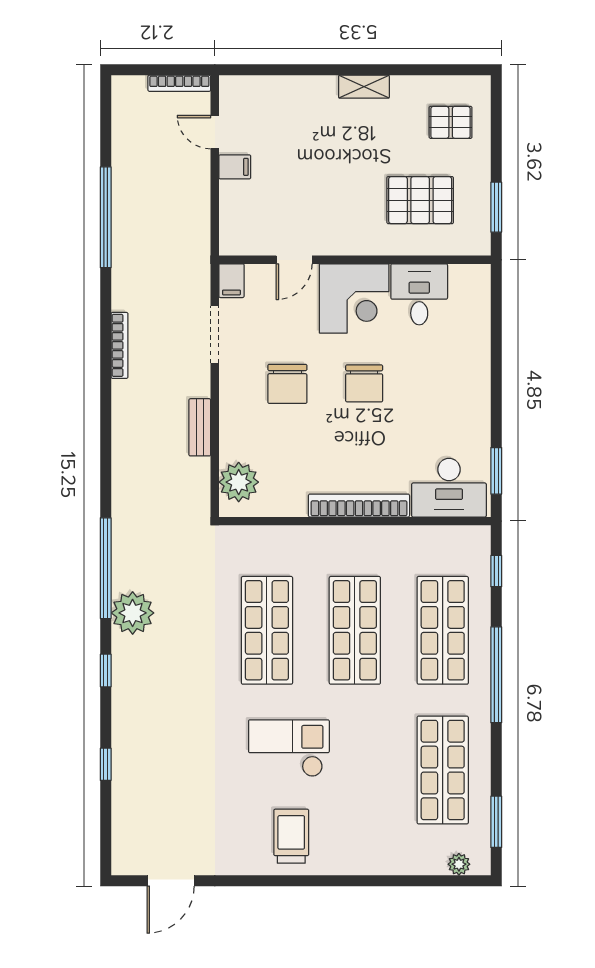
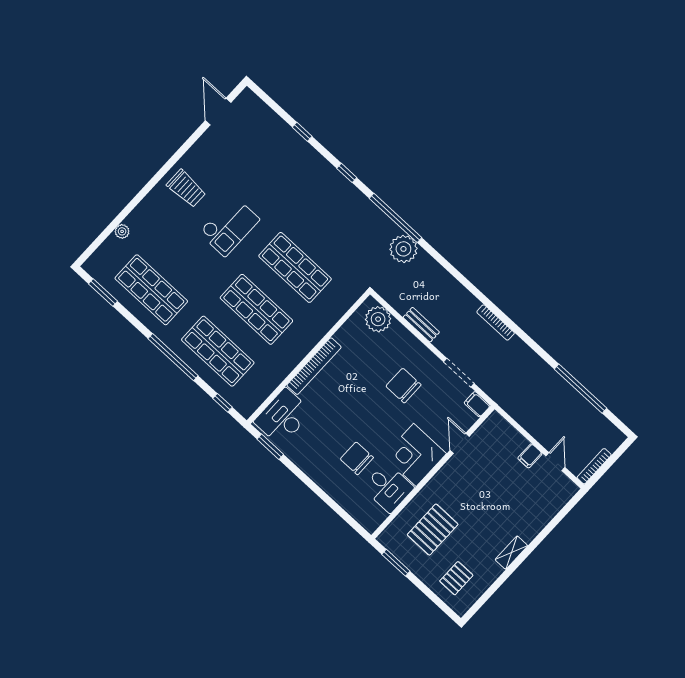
door: (215, 132) -> (555, 462), hinge flipped
window: (106, 217) -> (580, 389), moved
chair: (364, 383) -> (357, 458), moved
plant: (133, 613) -> (403, 249), moved
plant: (459, 864) -> (122, 231), moved

